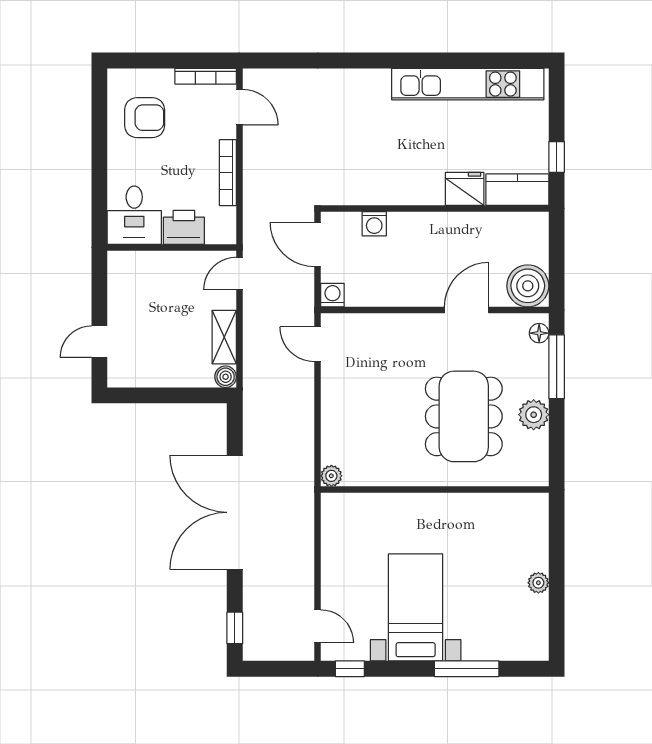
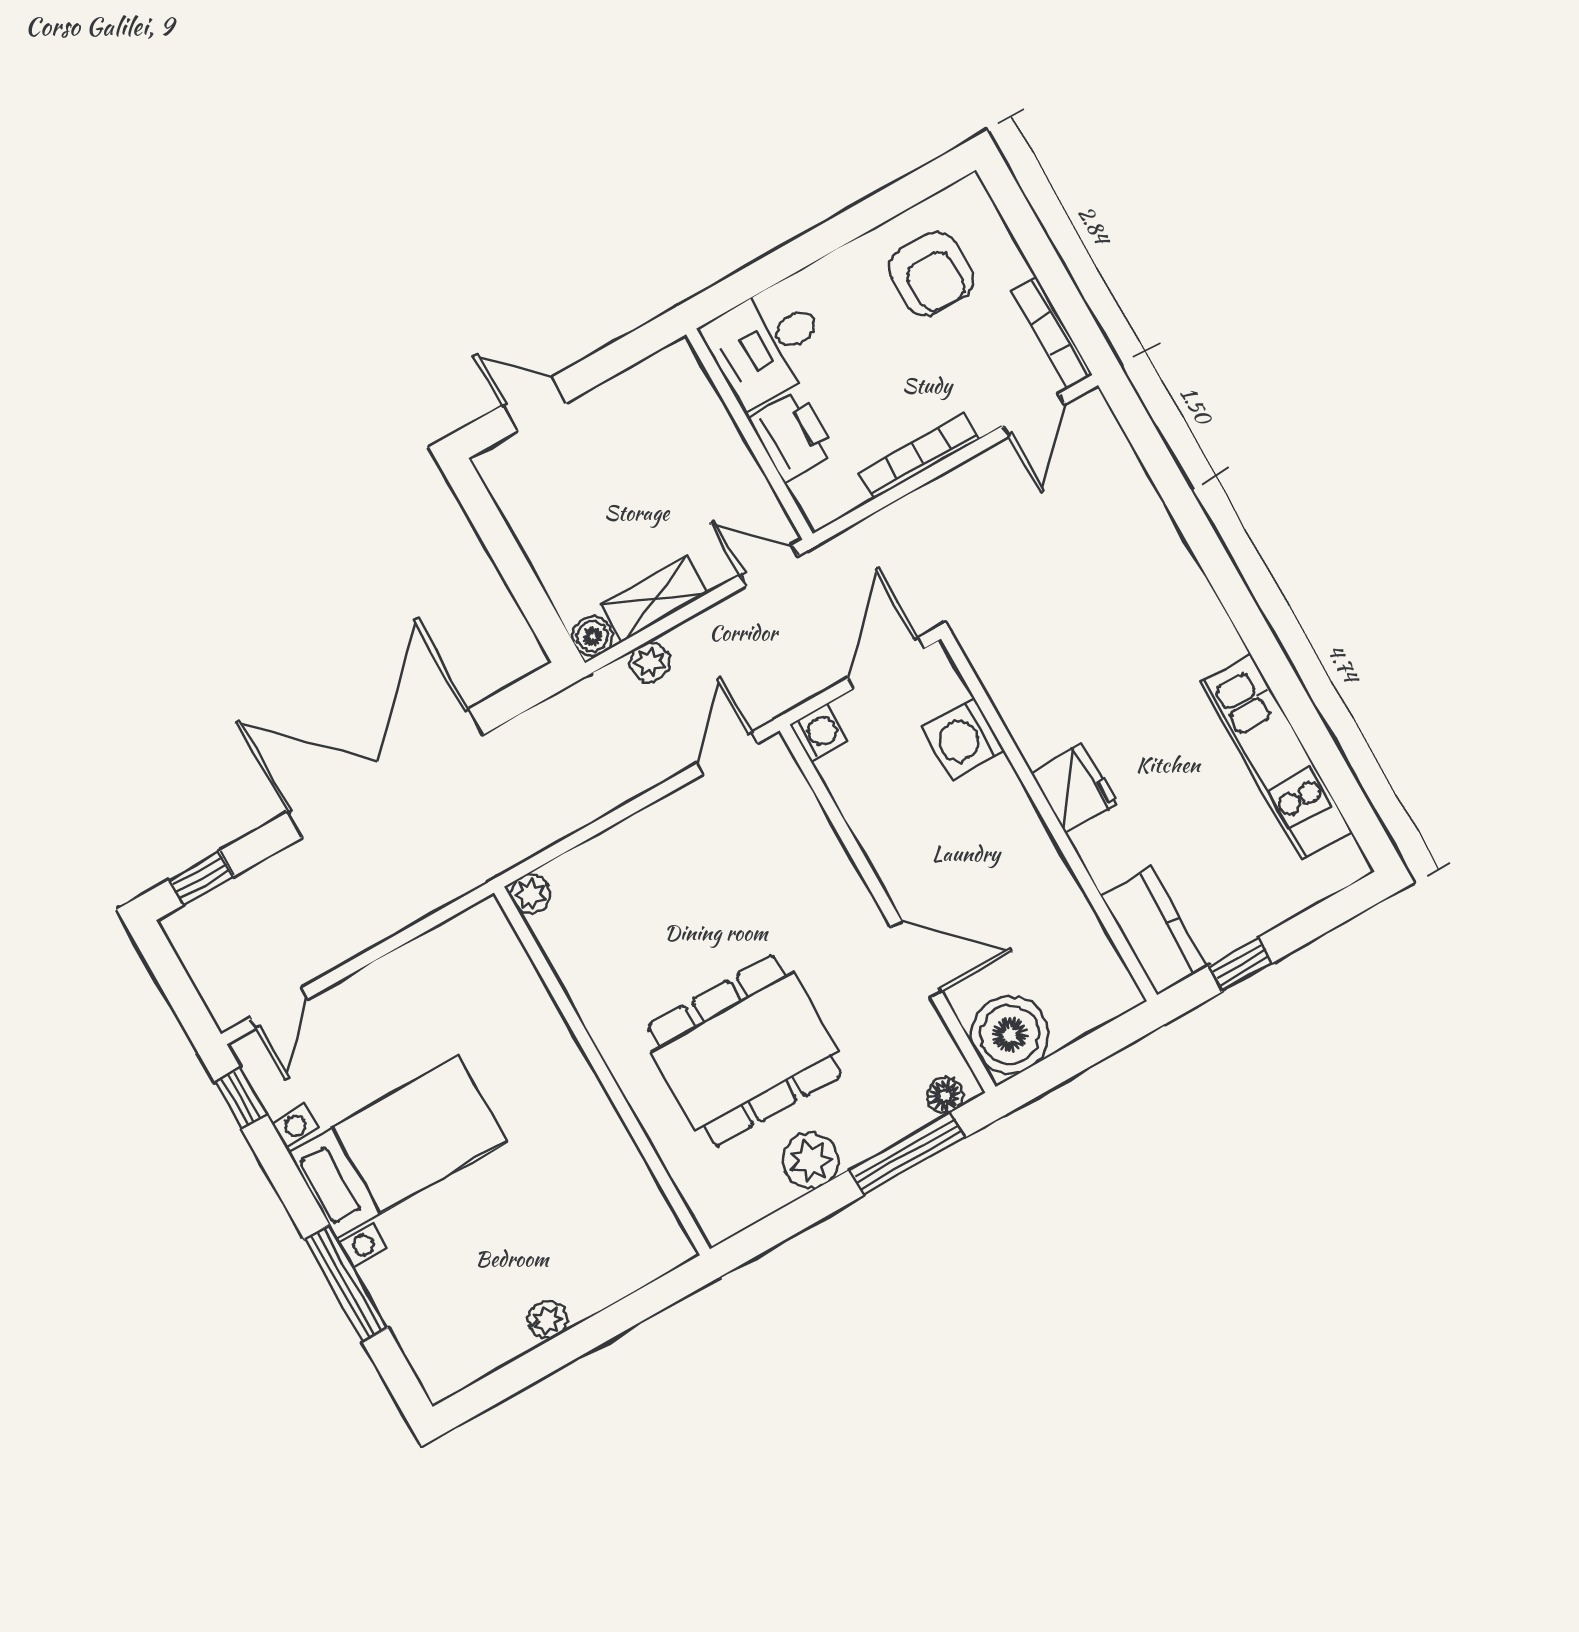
kitchen unit: (468, 84) -> (1277, 757), width x0.73
fridge: (465, 189) -> (1074, 788), moved
washing machine: (374, 224) -> (963, 739), width x1.38, depth x1.38
plant: (253, 356) -> (650, 662), added

